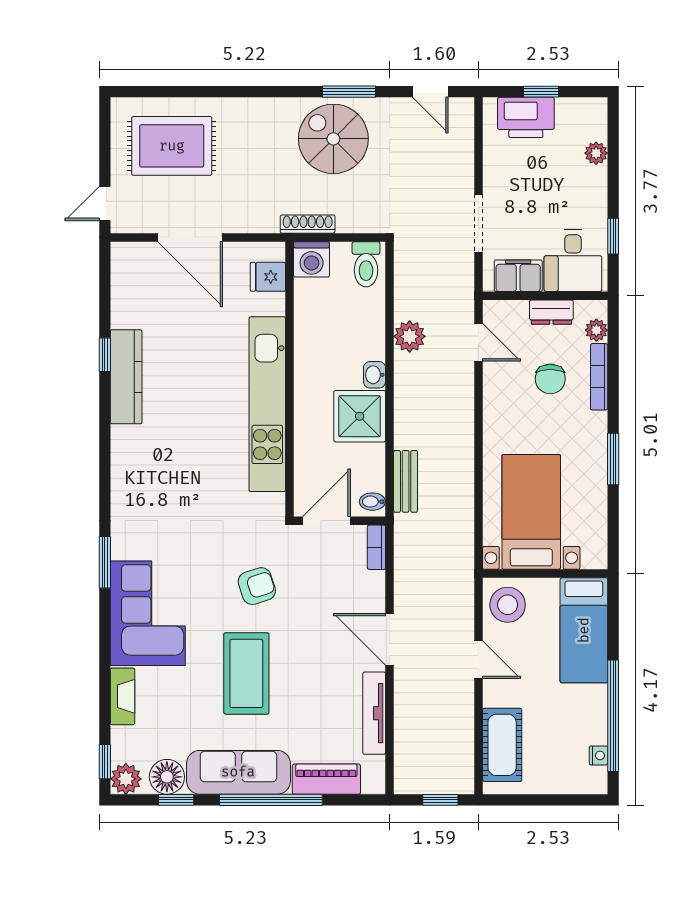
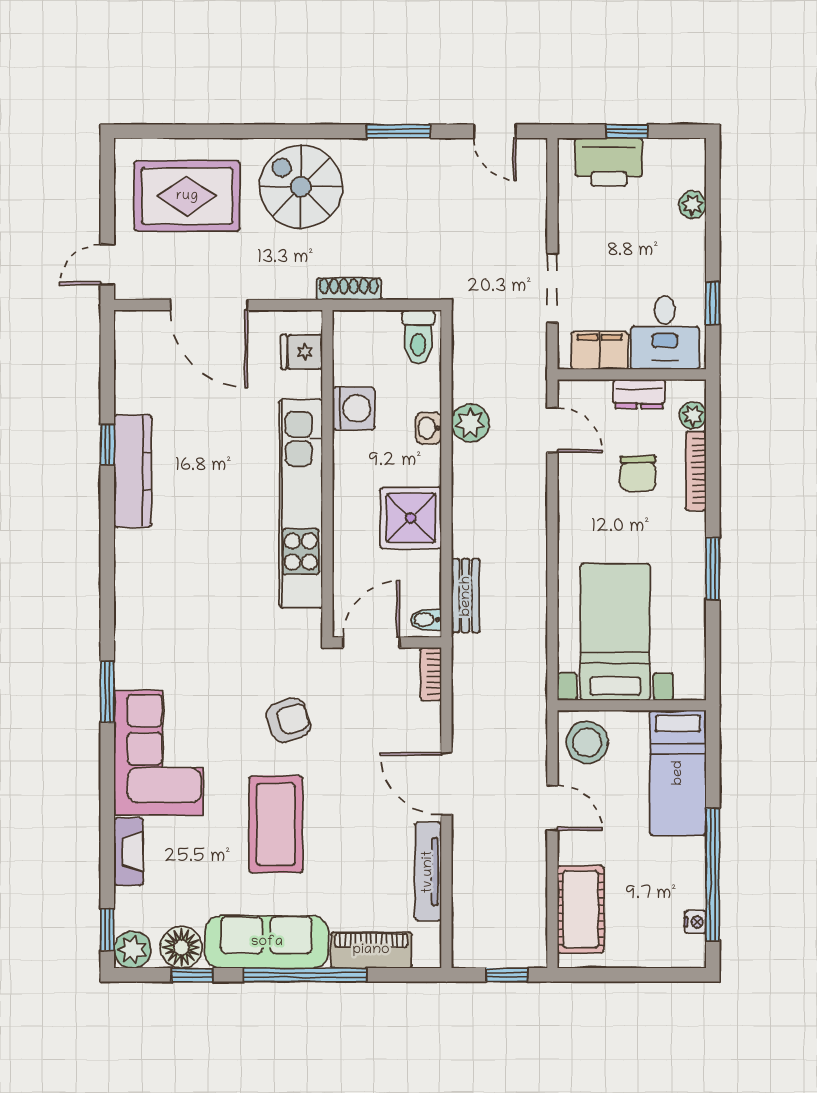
spiral stairs: (333, 139) -> (301, 187), moved
washing machine: (312, 259) -> (354, 408), moved, turned -90
washbasin: (375, 375) -> (429, 428), moved

